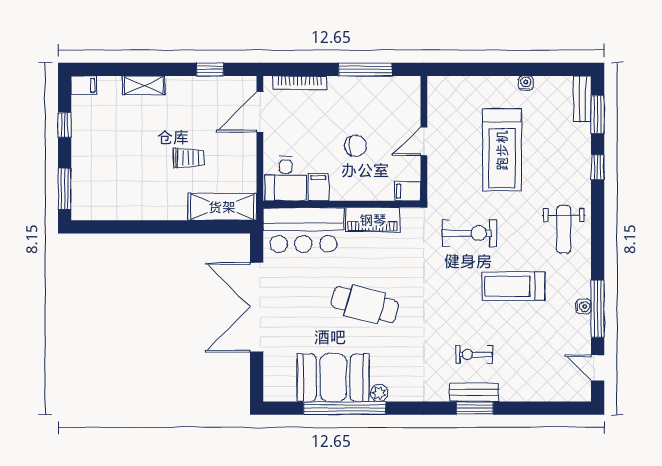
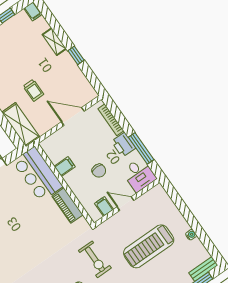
window: (210, 69) -> (76, 55), moved
printer: (344, 89) -> (124, 145), added
door: (260, 112) -> (73, 117), moved
desk: (286, 179) -> (139, 175), moved, turned -90
filing cabinet: (408, 191) -> (104, 206), moved
cafe table: (365, 304) -> (22, 232), removed

